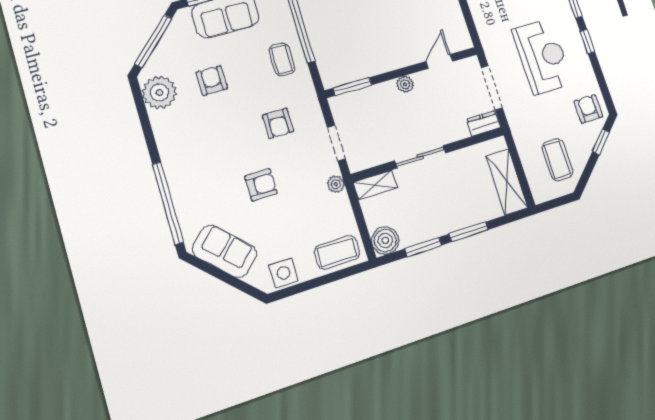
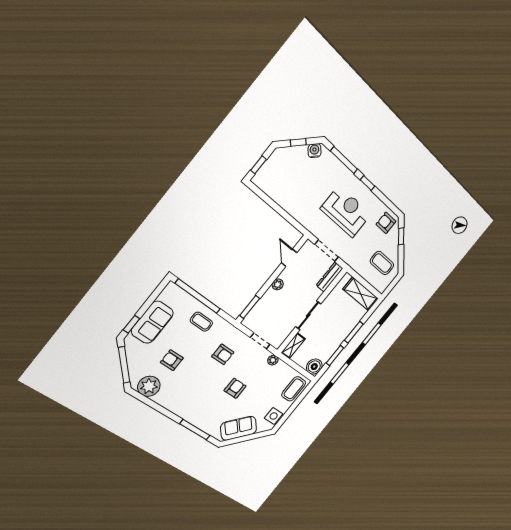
dresser: (484, 123) -> (330, 277), width x1.44
window: (168, 203) -> (195, 430), width x0.68

